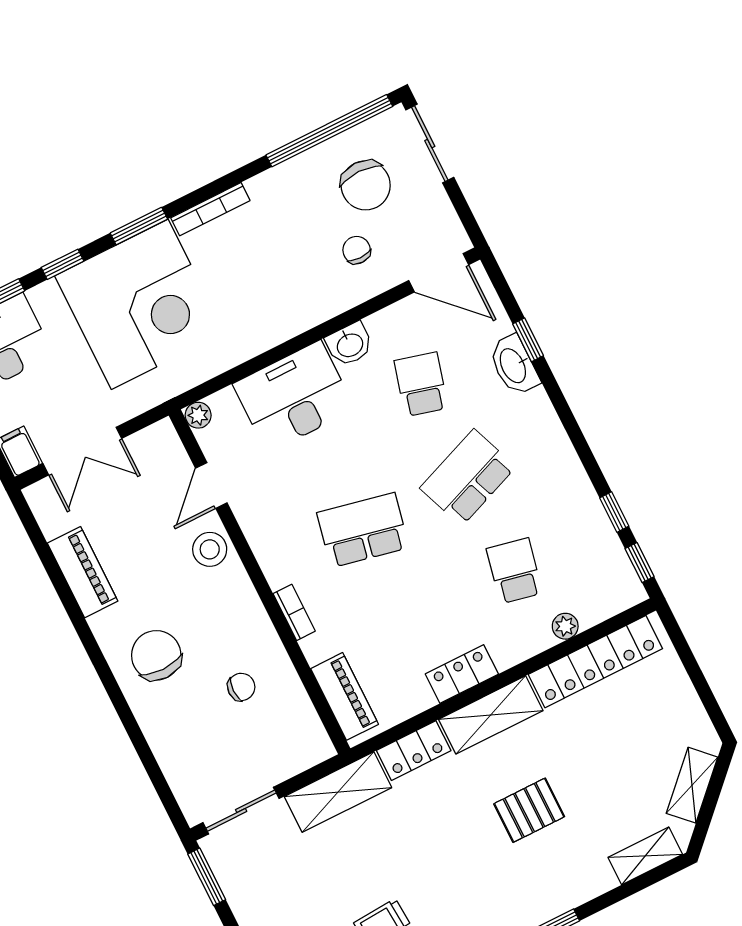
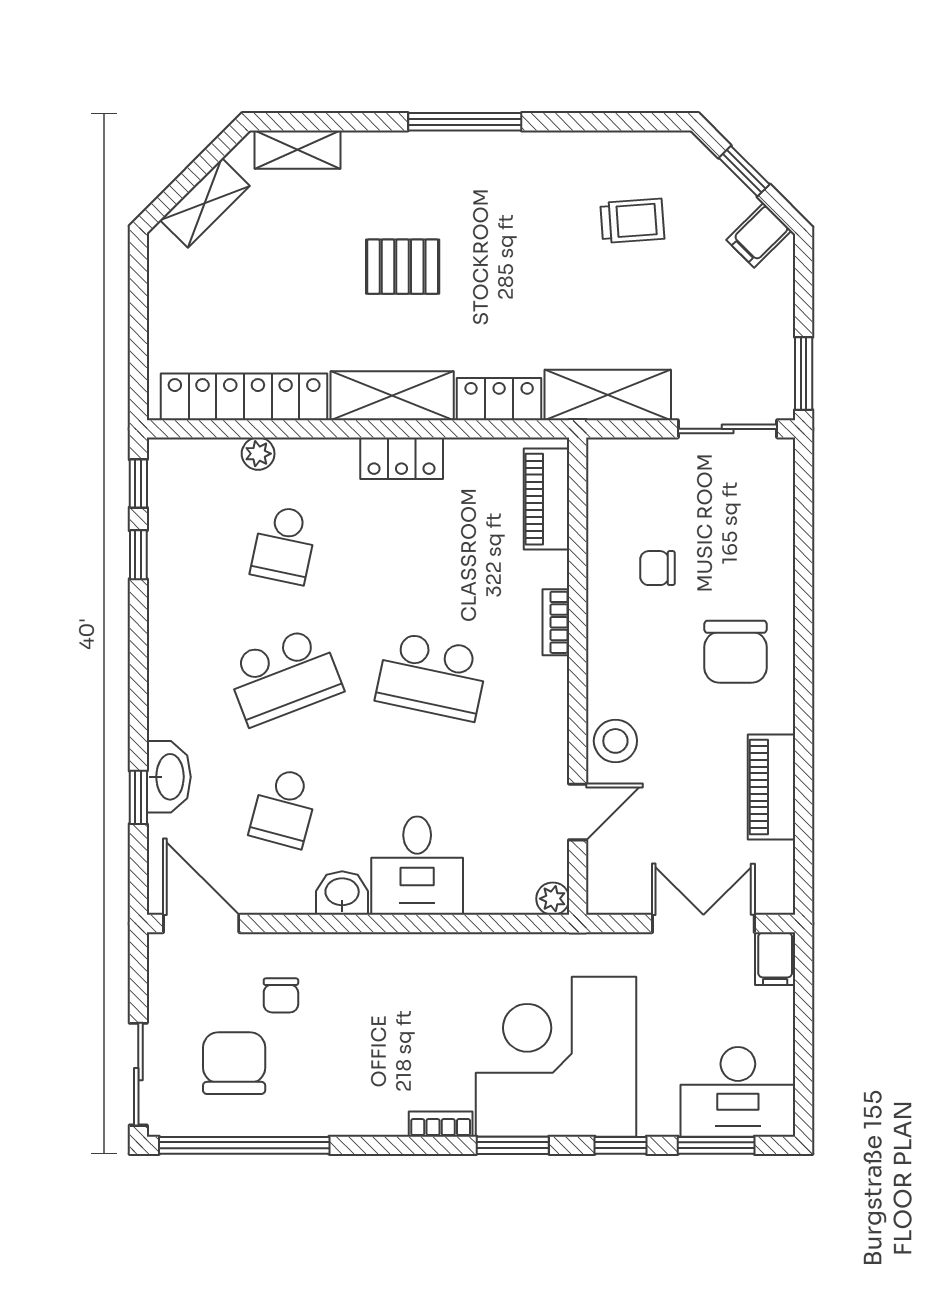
bookcase: (210, 209) -> (441, 1124), width x0.64
desk: (294, 397) -> (417, 866), width x0.73

